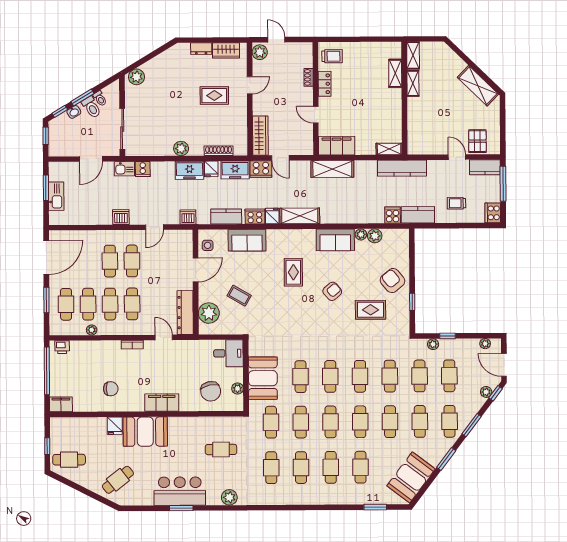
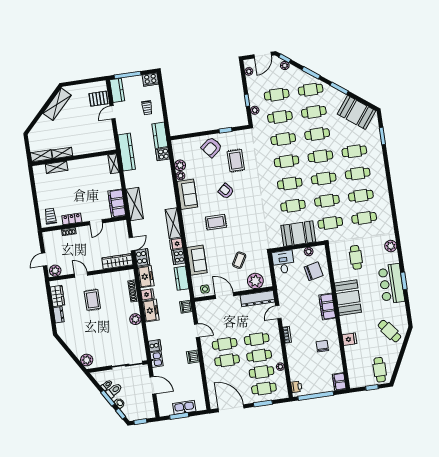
booth: (145, 432) -> (348, 298), moved

